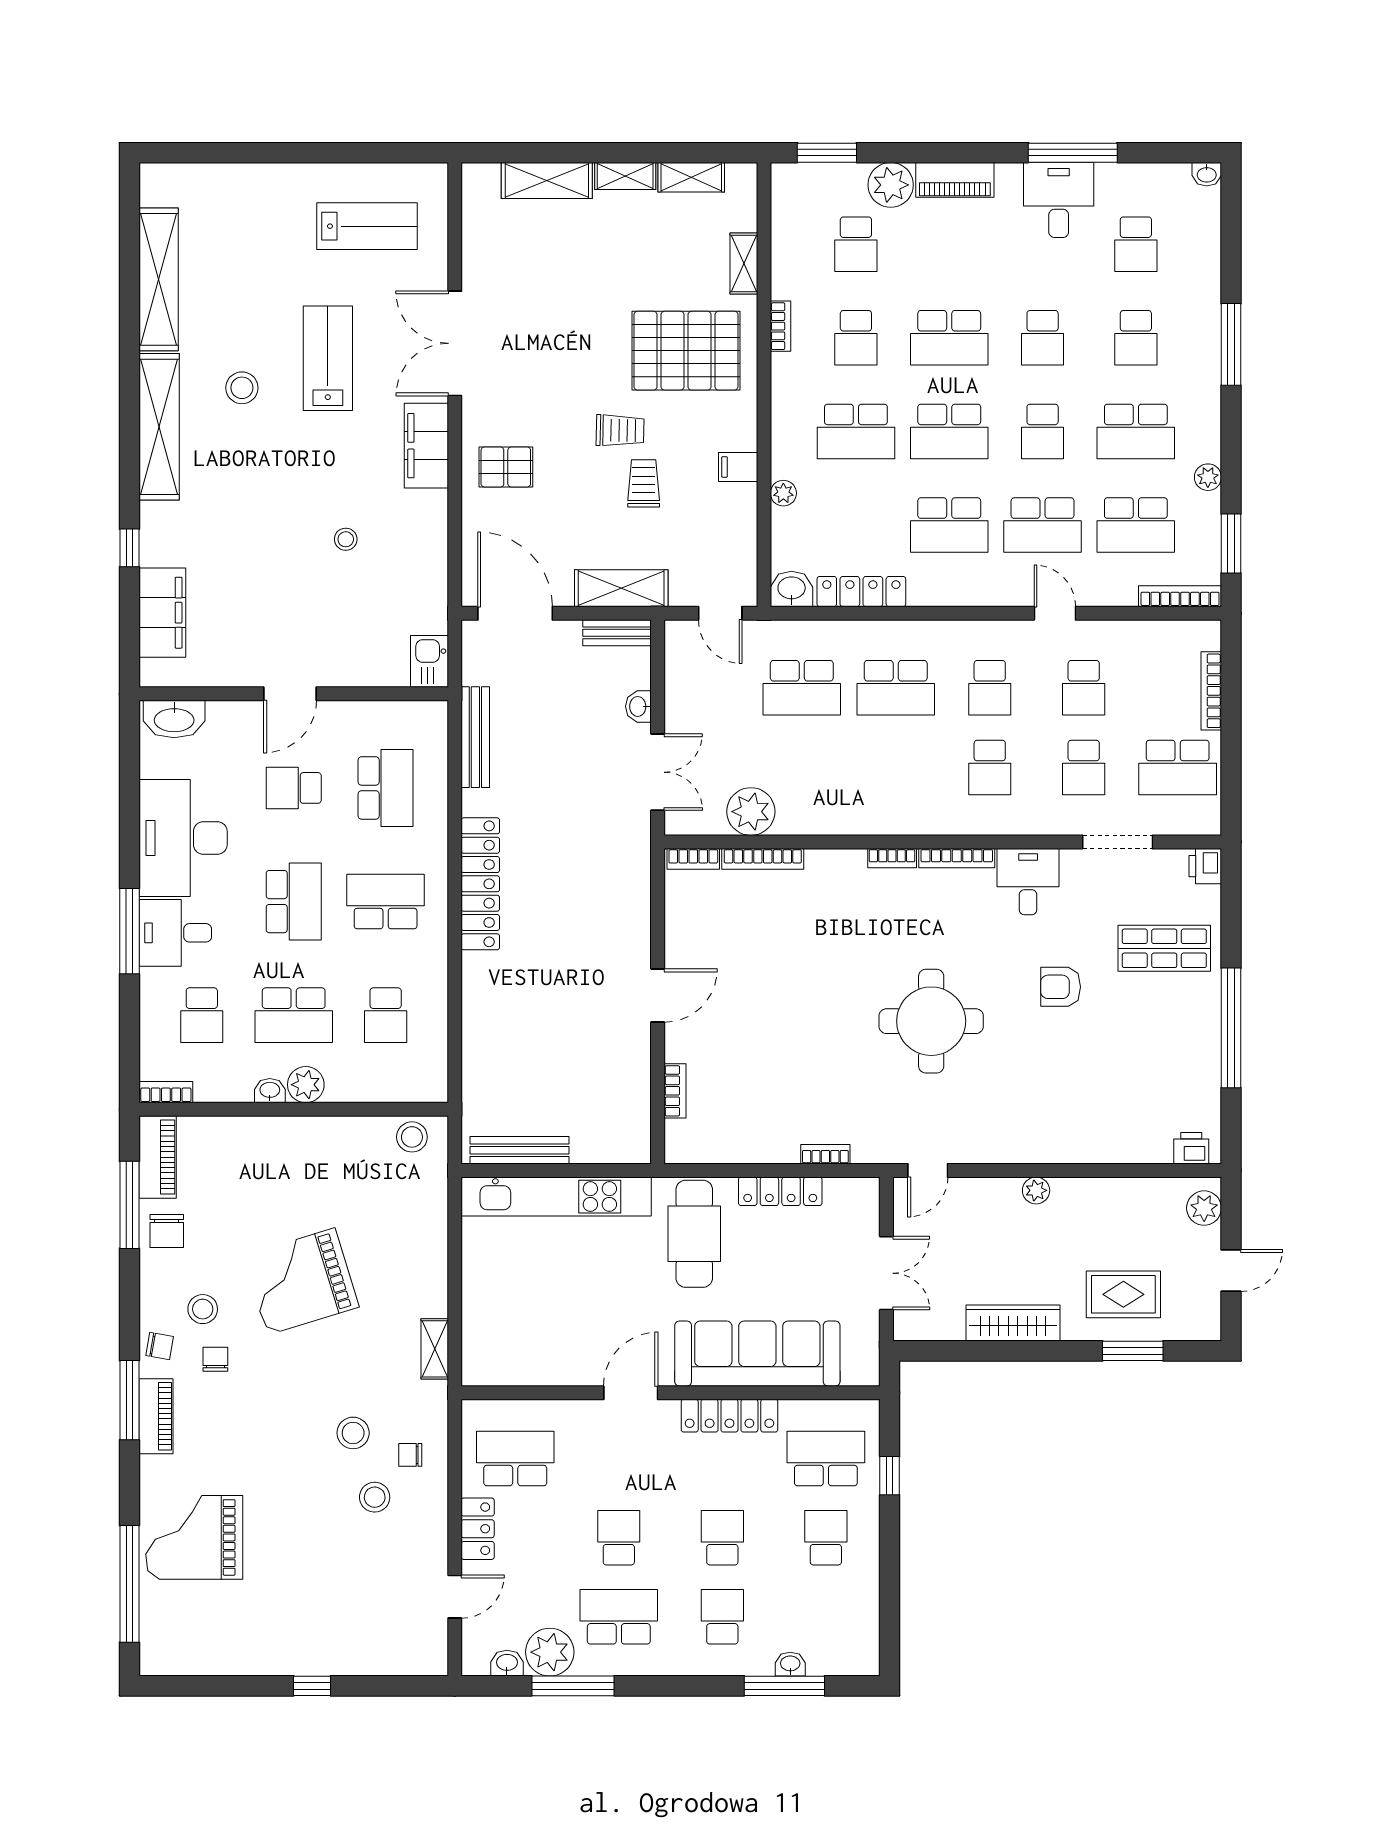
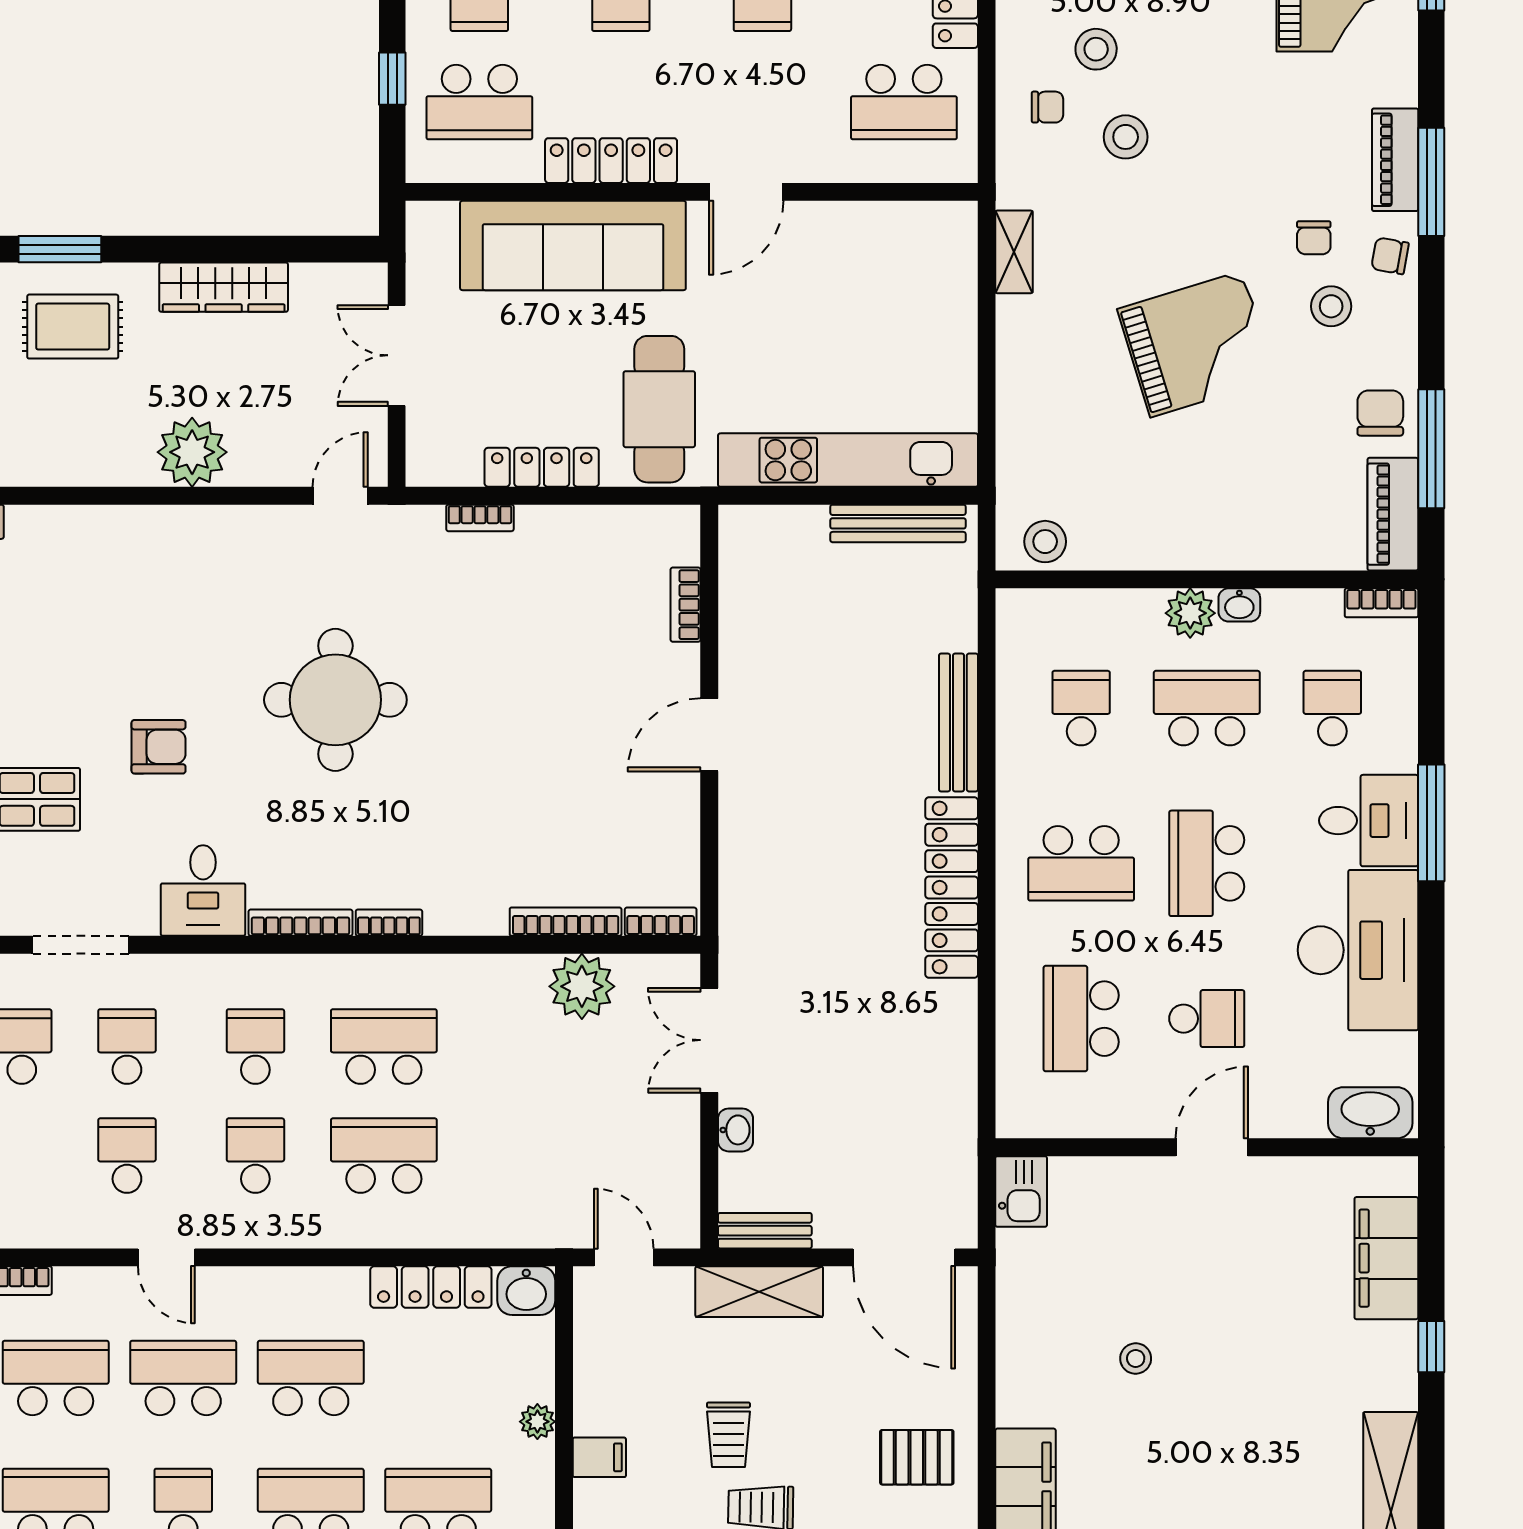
school desk: (802, 688) -> (384, 1047), moved
bench: (475, 737) -> (958, 723), moved
plant: (1036, 1190) -> (192, 452), width x1.88, depth x1.88

